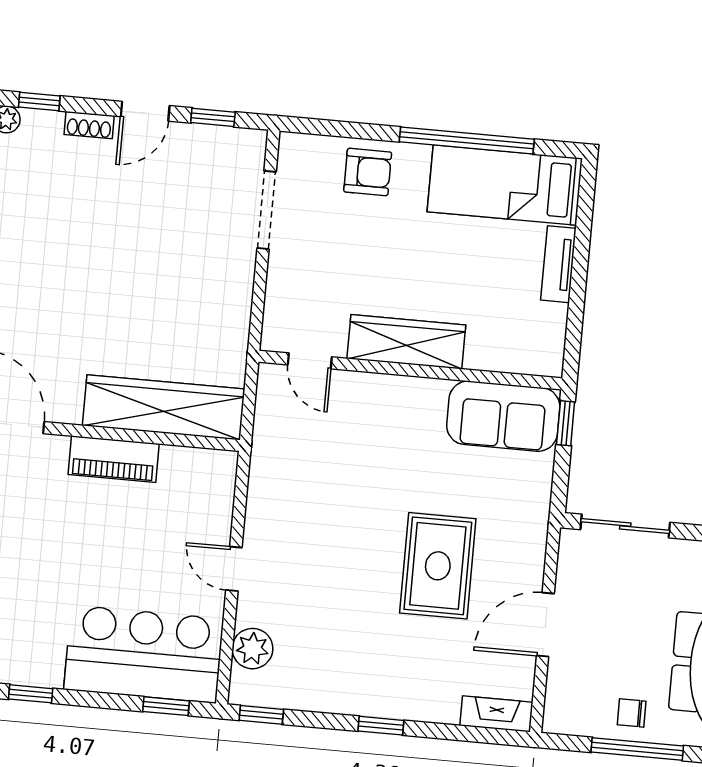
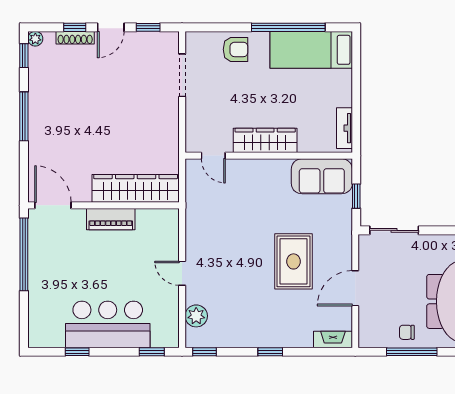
window: (39, 102) -> (75, 27), moved
shoe rack: (89, 125) -> (75, 38), width x1.43
tv unit: (558, 264) -> (344, 128), moved
window: (566, 423) -> (356, 196), moved
bar counter: (144, 654) -> (108, 324), moved

